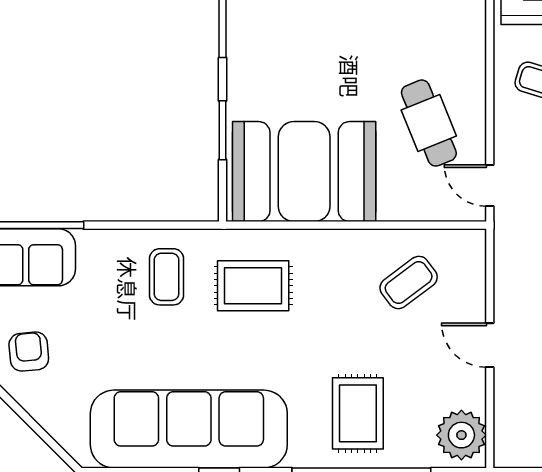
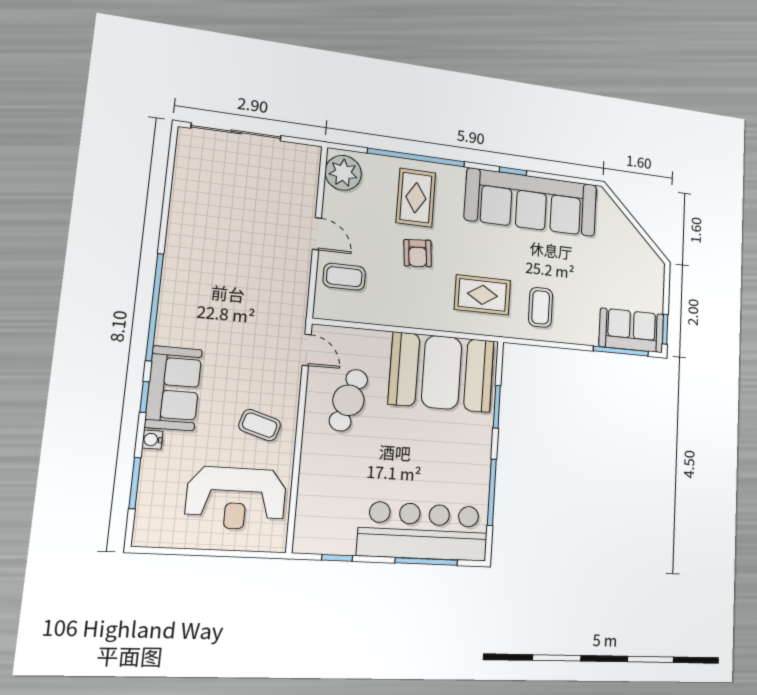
cafe table: (429, 123) -> (348, 400), turned 39
coffee table: (409, 282) -> (344, 277), moved, turned 37
armchair: (29, 352) -> (418, 253), moved

